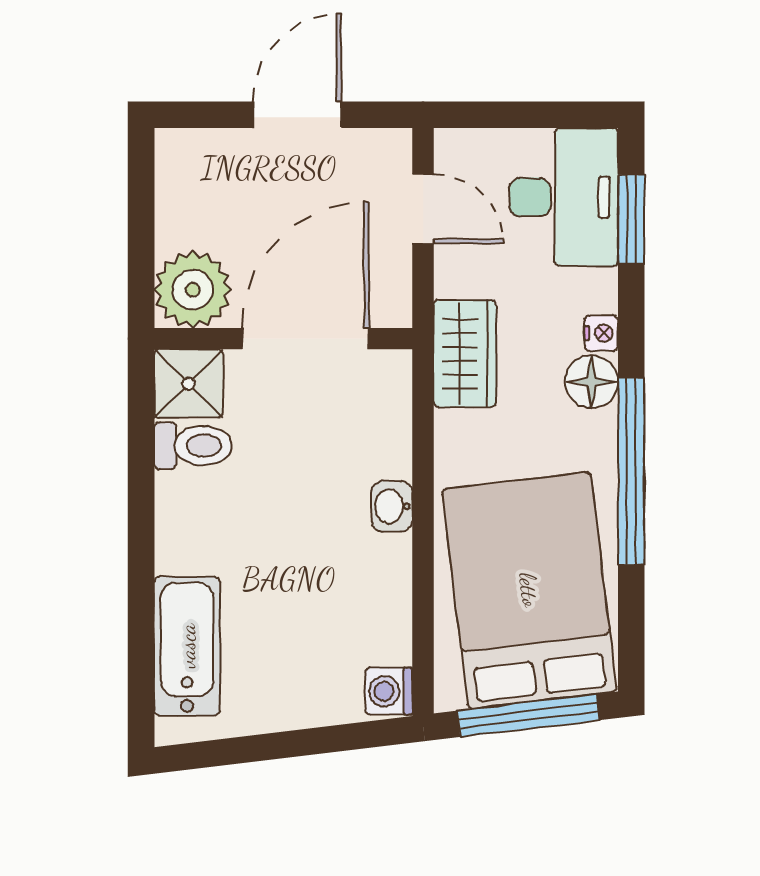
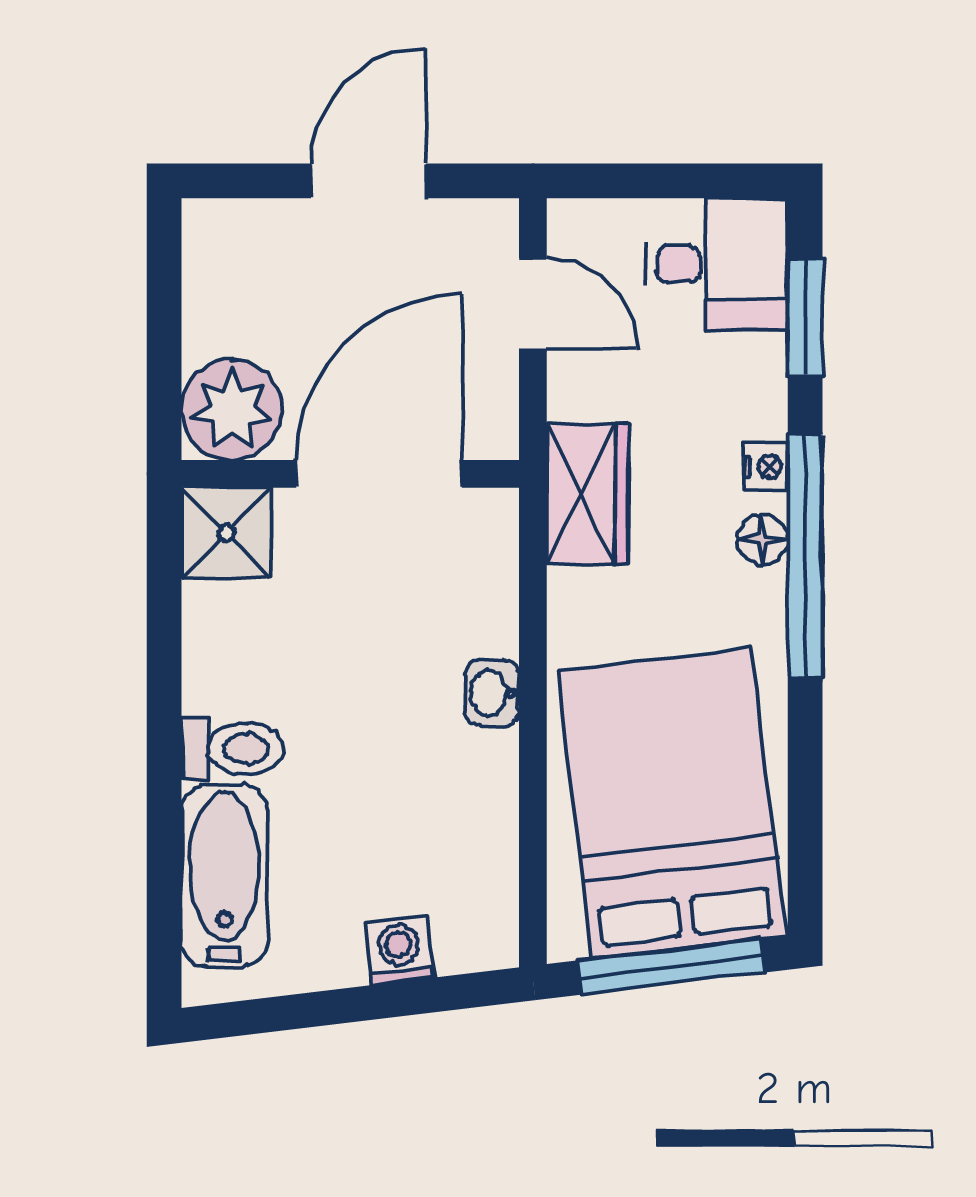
desk: (564, 197) -> (717, 264), width x0.73
floor lamp: (591, 382) -> (763, 539), width x0.73, depth x0.73
toilet: (193, 446) -> (232, 749), moved
window: (631, 471) -> (805, 556), moved
washing machine: (389, 691) -> (399, 951), moved, turned 83

